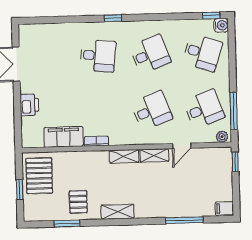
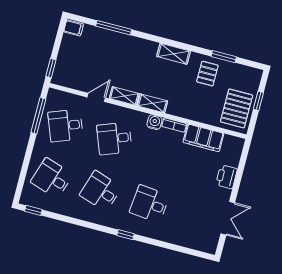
water cooler: (221, 25) -> (155, 122), moved, turned 90
desk: (150, 54) -> (101, 191), turned 39
plant: (222, 137) -> (56, 95), removed

